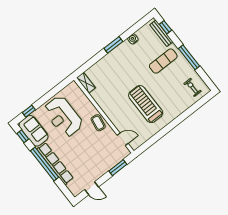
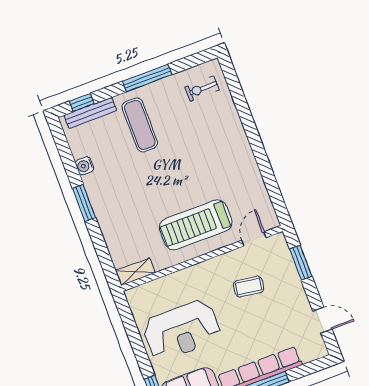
treadmill: (146, 104) -> (196, 225), moved
coffee table: (98, 123) -> (249, 287), moved
door: (92, 188) -> (322, 320), hinge flipped

